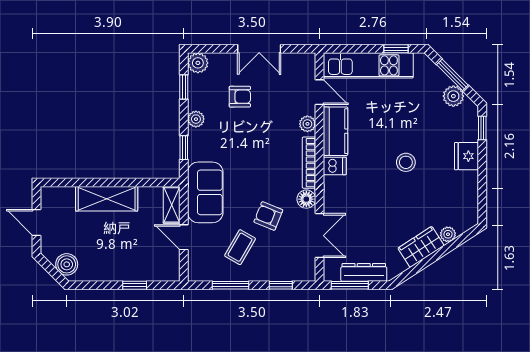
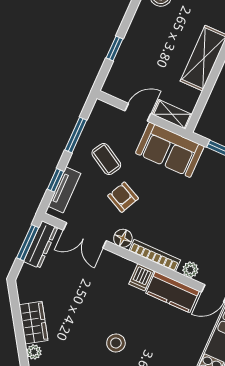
armchair: (268, 216) -> (123, 197), turned -86
dresser: (364, 272) -> (41, 245), moved
tv unit: (286, 273) -> (65, 190), added

